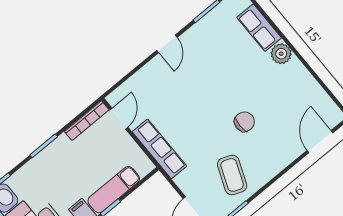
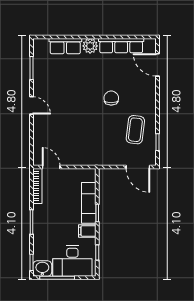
row of seats: (159, 149) -> (121, 46), moved, turned 180
coffee table: (232, 175) -> (135, 130), turned 75

